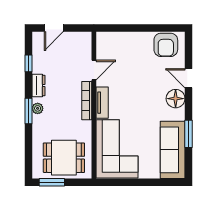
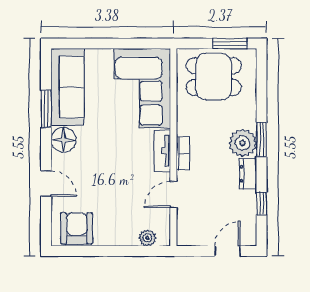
plant: (113, 38) -> (147, 238), added
floor lamp: (176, 99) -> (64, 140), moved
bookcase: (87, 101) -> (183, 153), width x0.64
plant: (38, 108) -> (243, 143), width x1.88, depth x1.88

